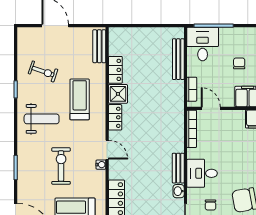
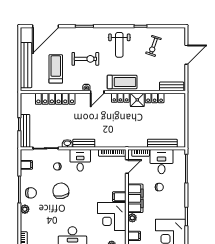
desk: (203, 44) -> (161, 162), moved, turned -90
treadmill: (80, 99) -> (122, 82), moved

